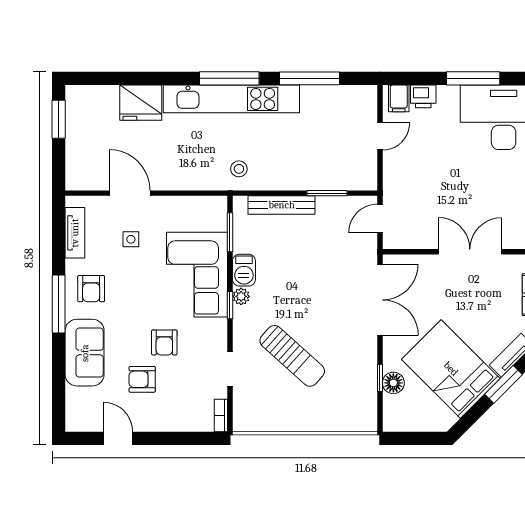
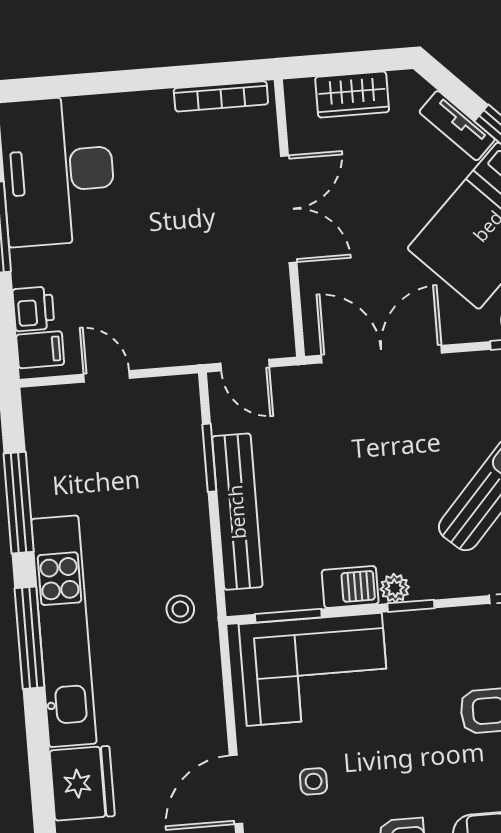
bench: (282, 205) -> (237, 512), width x1.37, depth x1.21
double door: (470, 252) -> (289, 209), swing flipped
corner sofa: (197, 275) -> (314, 669), moved

